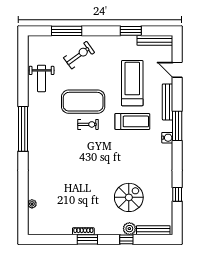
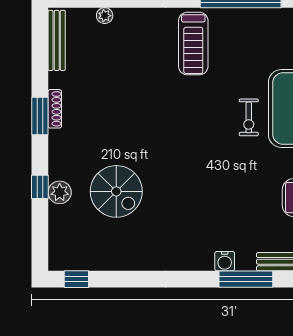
treadmill: (132, 121) -> (193, 44), moved
window: (177, 194) -> (76, 279), moved
bench: (153, 230) -> (57, 40), moved

